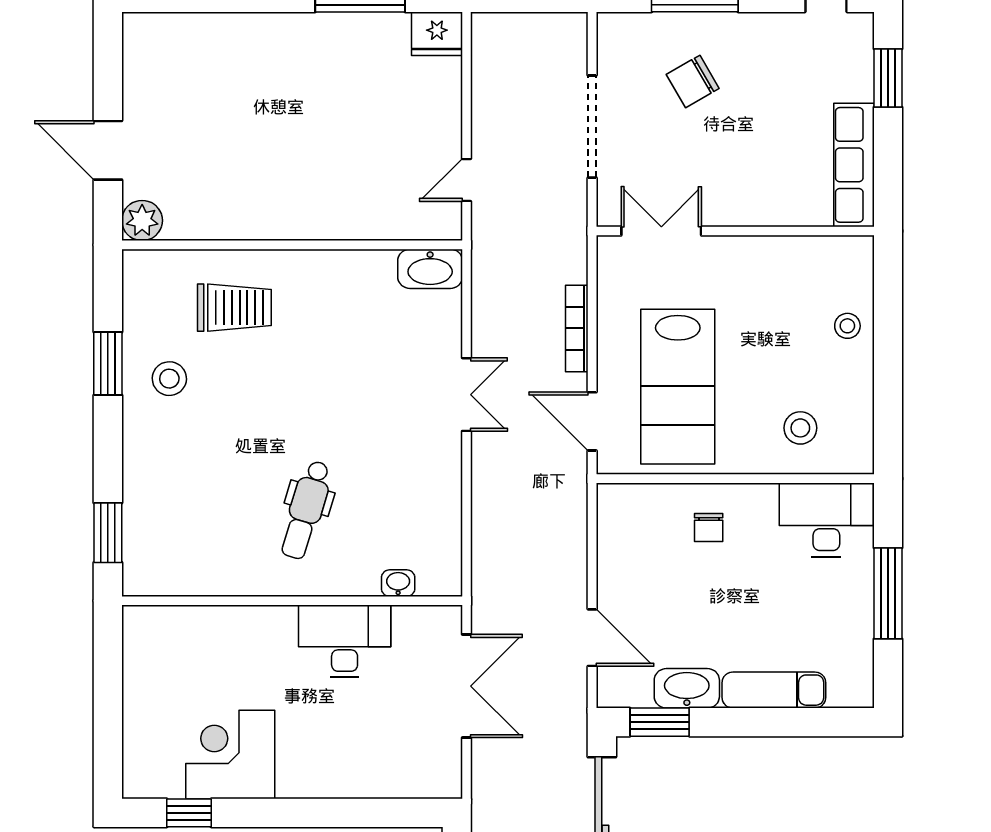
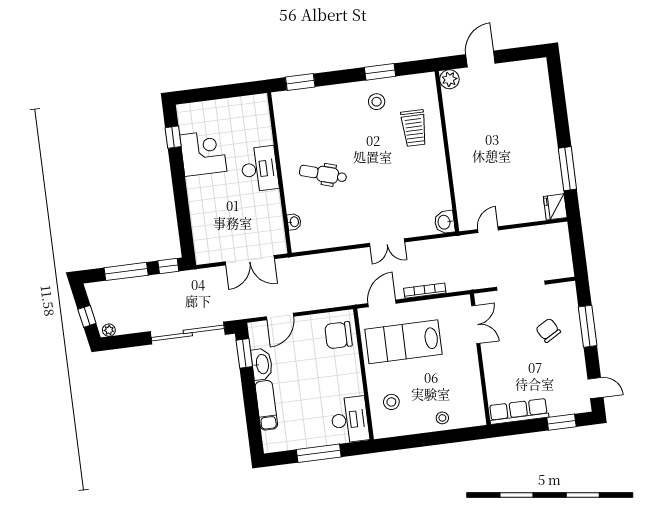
door: (467, 180) -> (488, 230), hinge flipped
washbasin: (430, 269) -> (445, 222), width x0.72
chair: (709, 527) -> (338, 335), moved, width x1.87, depth x1.87
desk: (345, 641) -> (259, 169), moved

